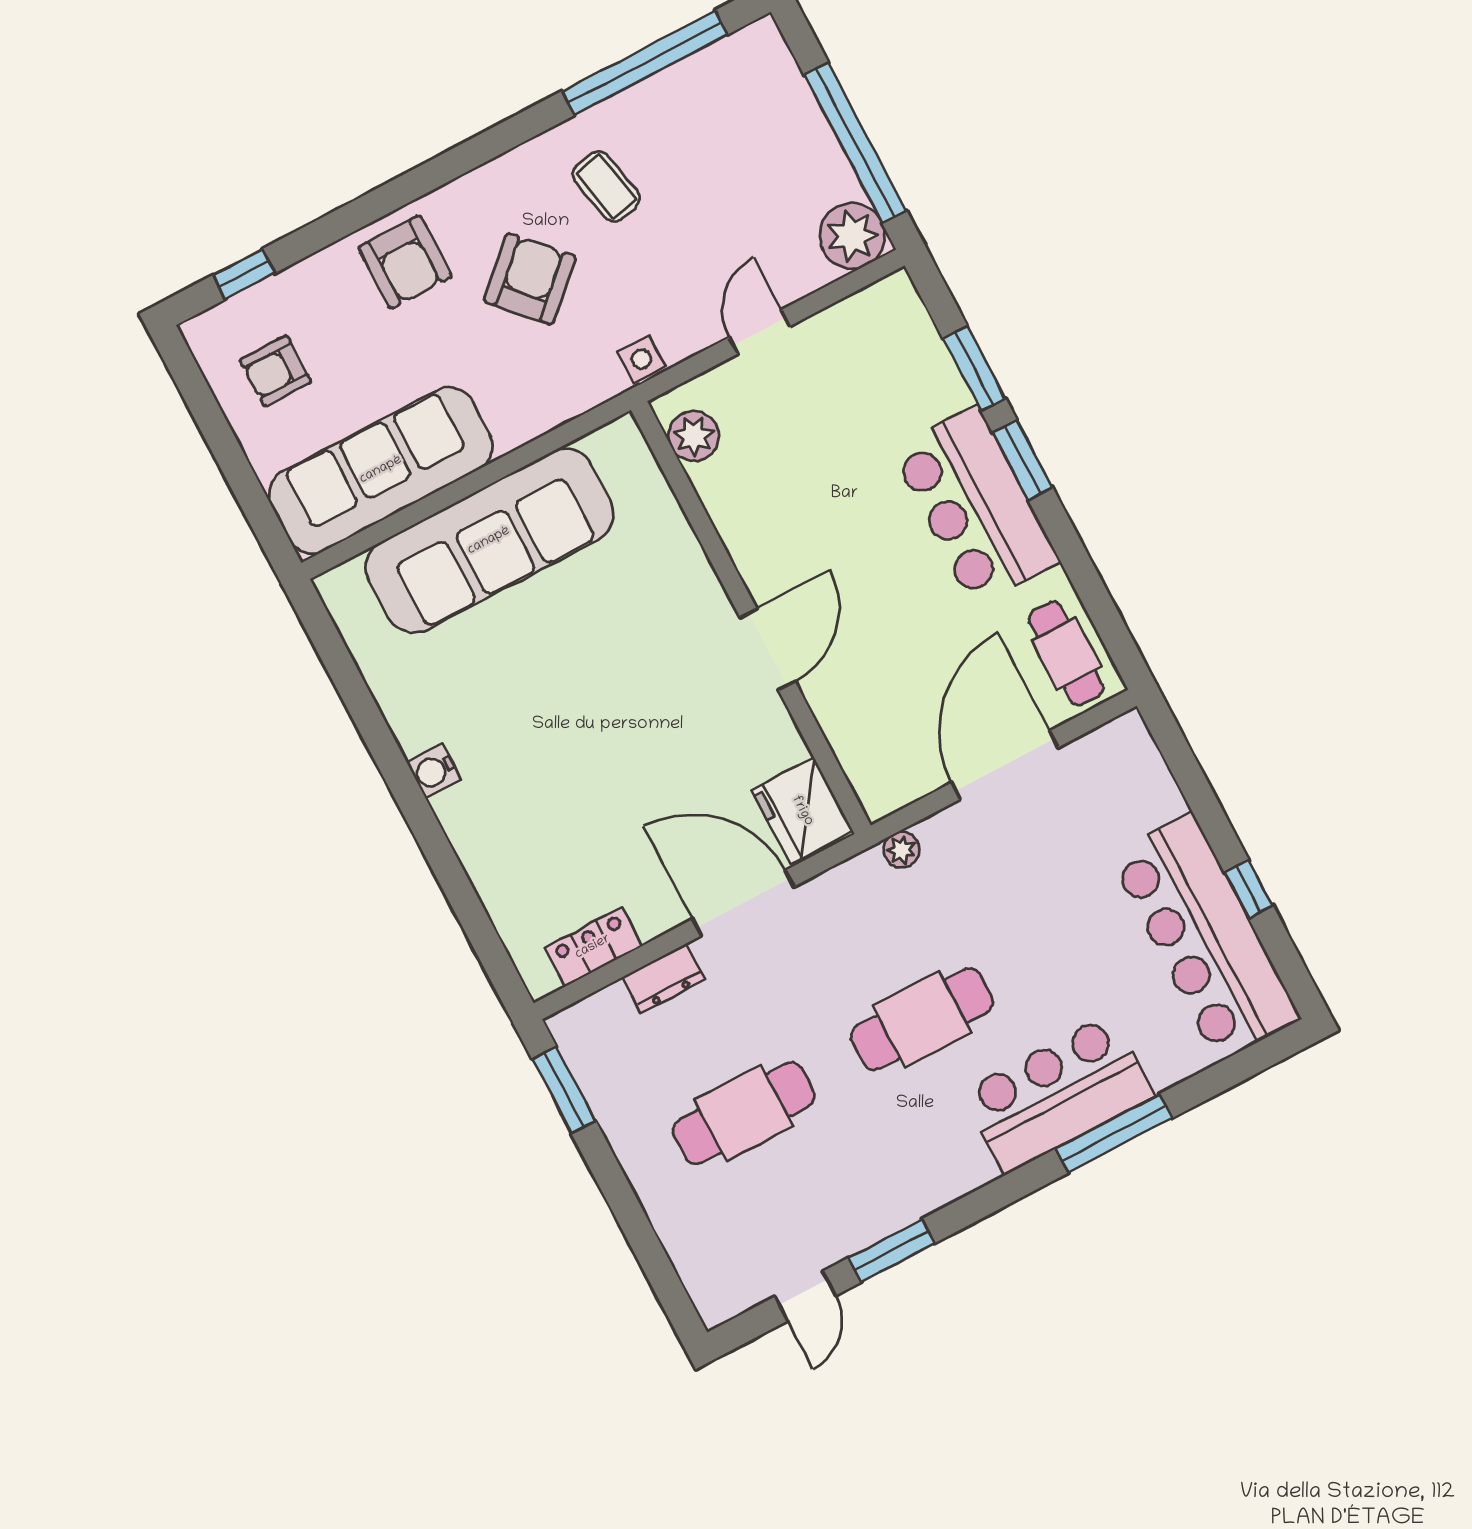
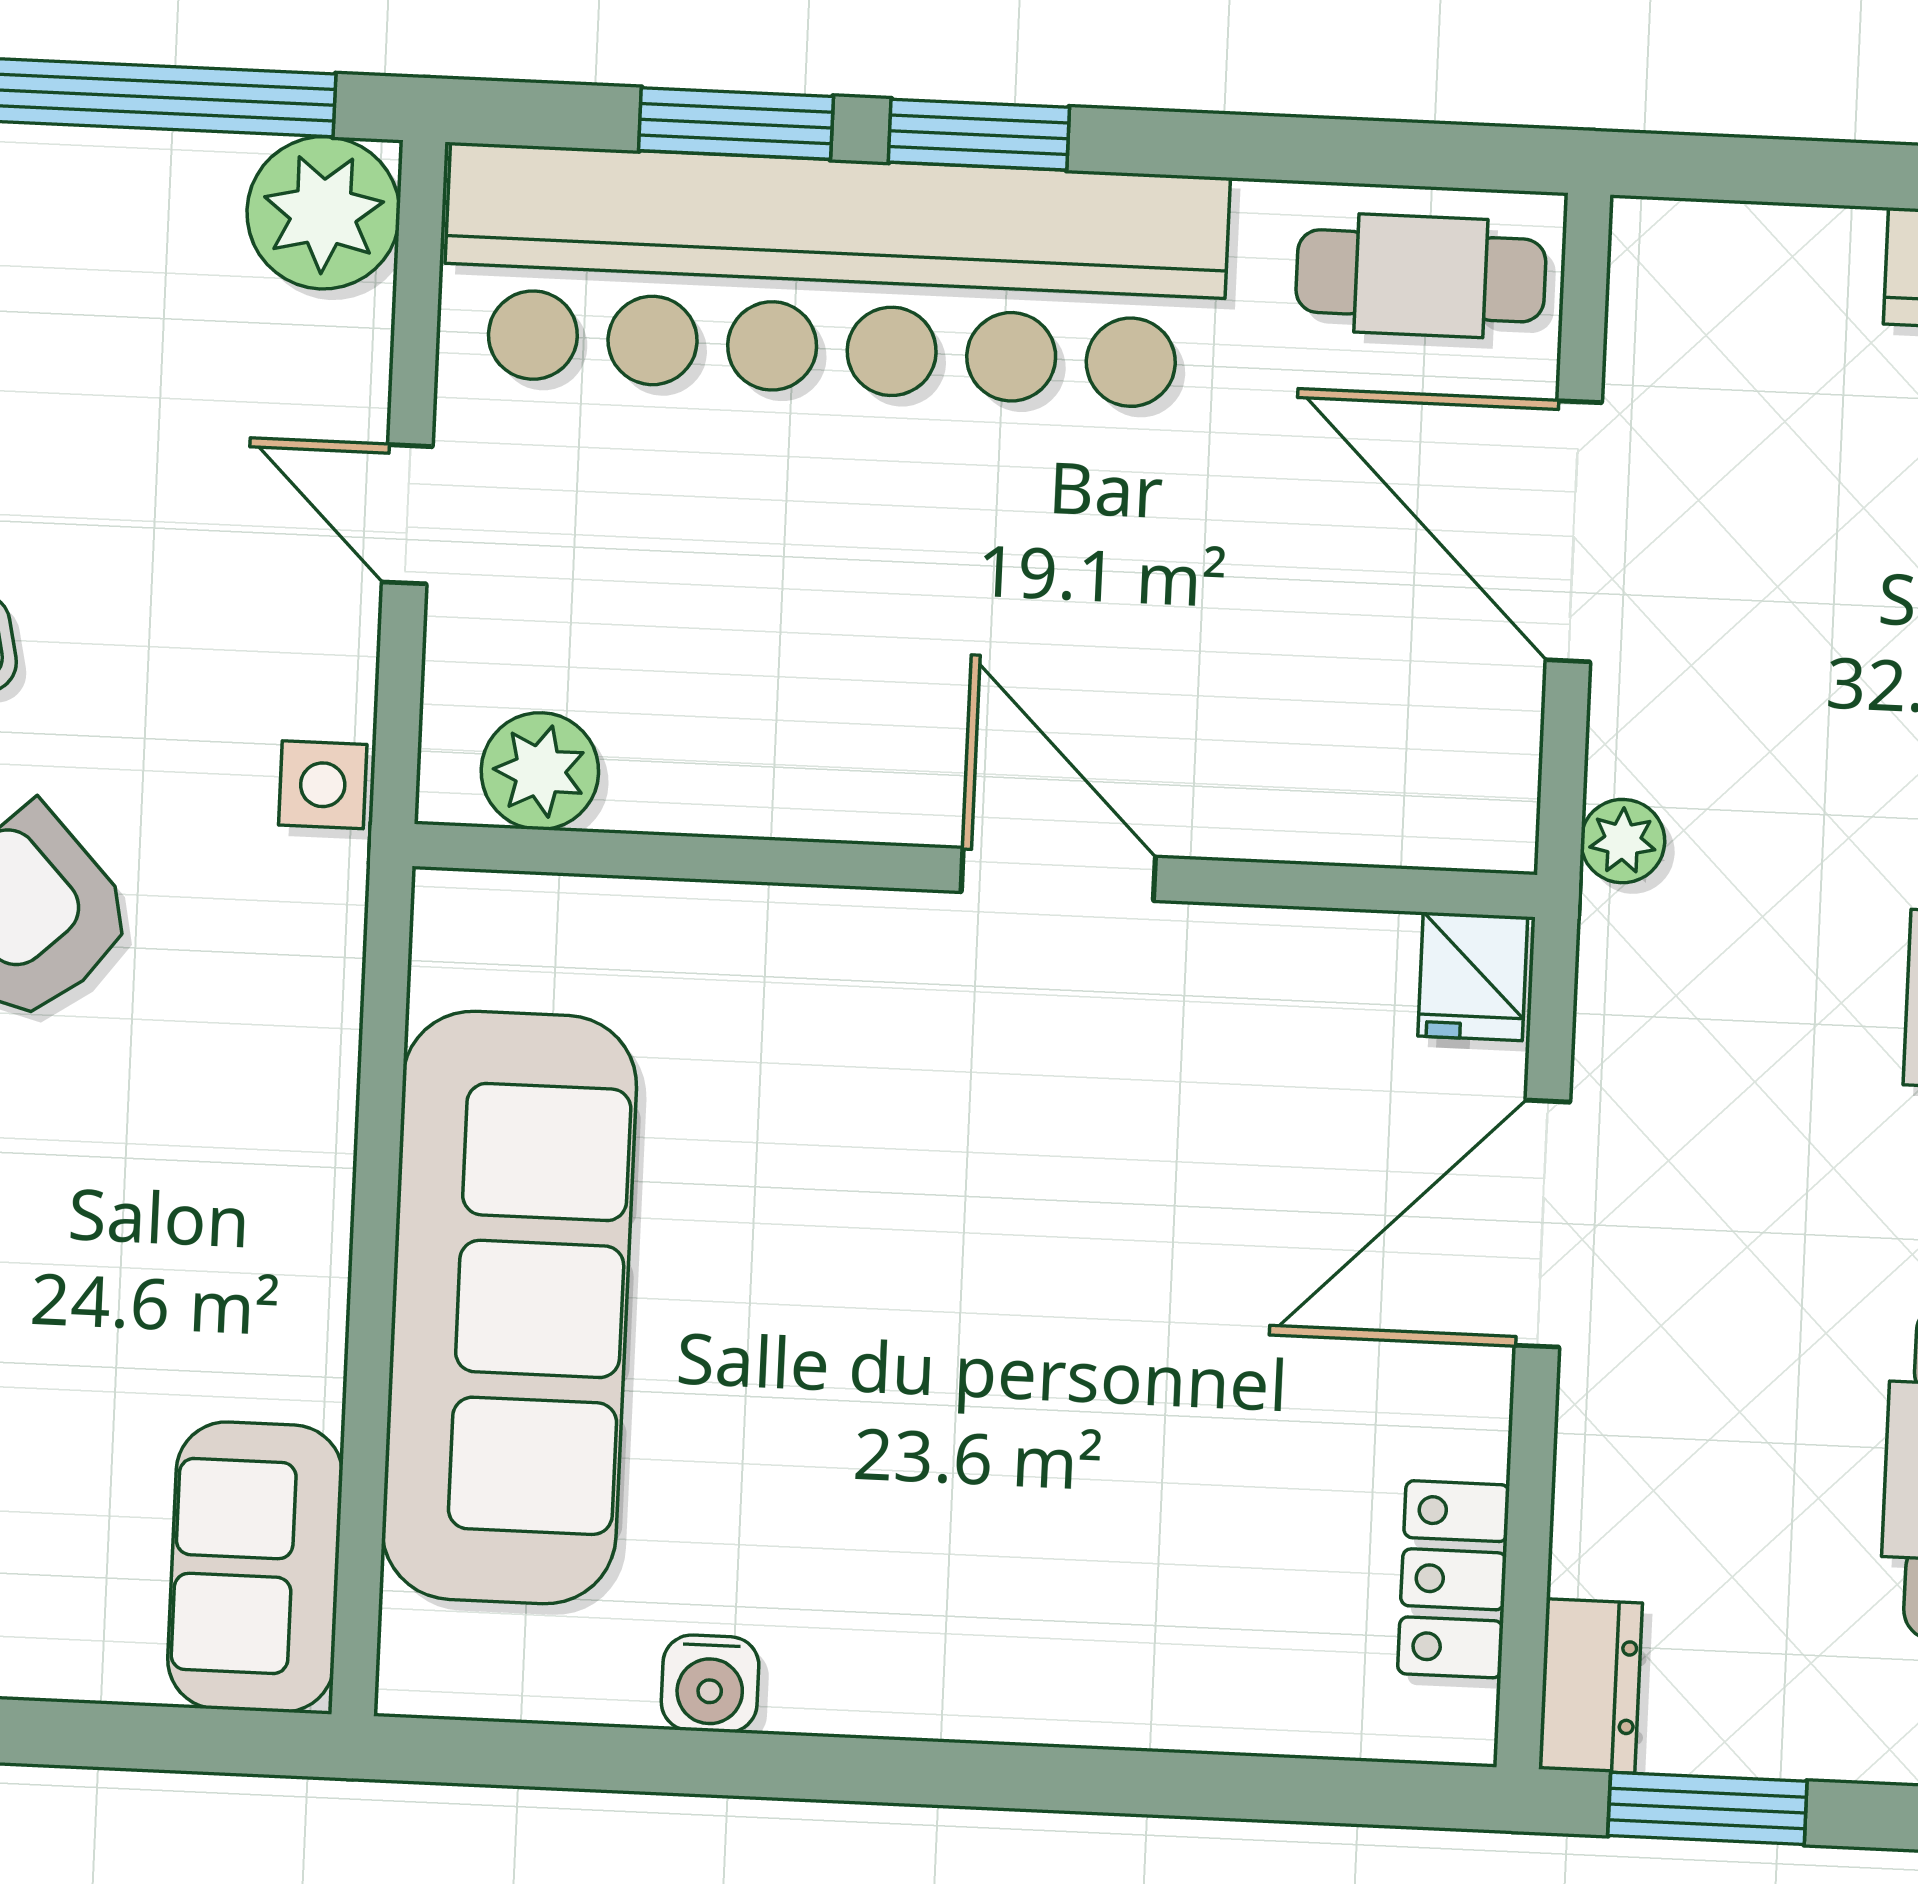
sofa: (381, 470) -> (255, 1567), width x0.54, depth x0.79
bar counter: (975, 506) -> (835, 276), width x1.86
water cooler: (434, 771) -> (710, 1684), moved
fridge: (802, 811) -> (1473, 976), width x0.53, depth x0.75
dresser: (663, 978) -> (1590, 1686), moved

